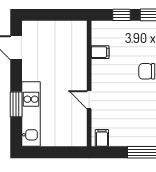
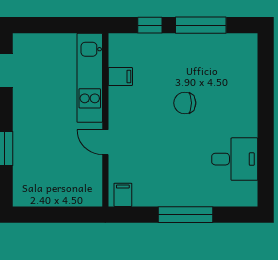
kitchen unit: (31, 114) -> (90, 78), moved, turned 180

